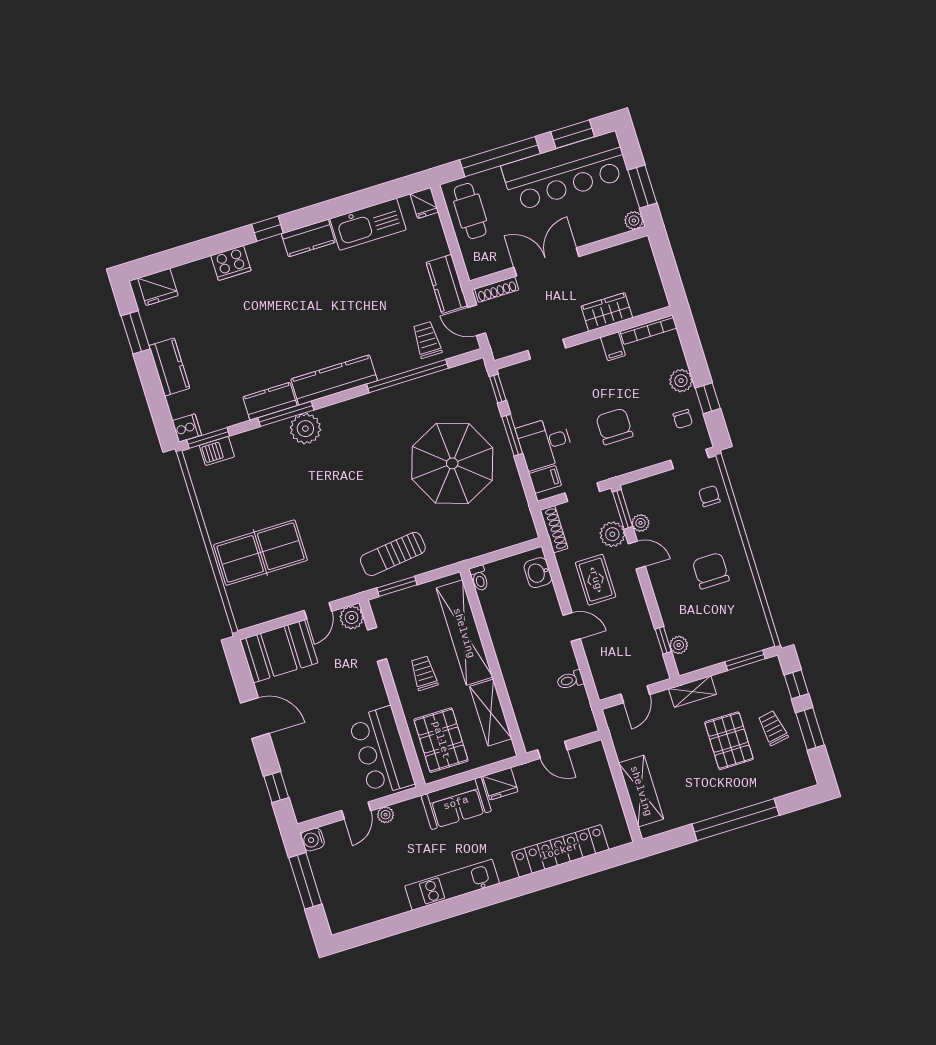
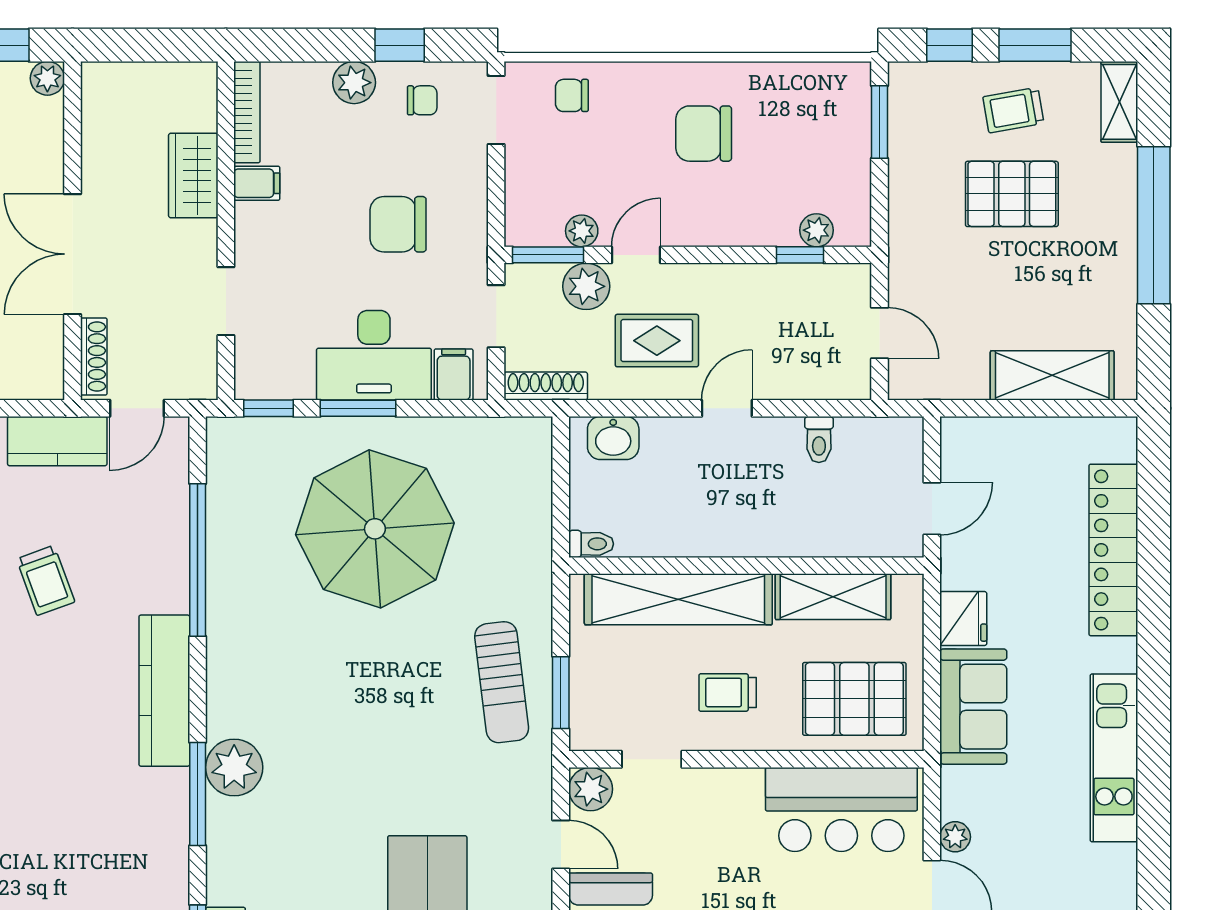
trolley: (427, 340) -> (46, 580), moved, turned -110
kitchen counter: (270, 401) -> (167, 815), removed
desk: (545, 443) -> (374, 355), width x1.37
shelving: (693, 692) -> (1119, 102), moved

